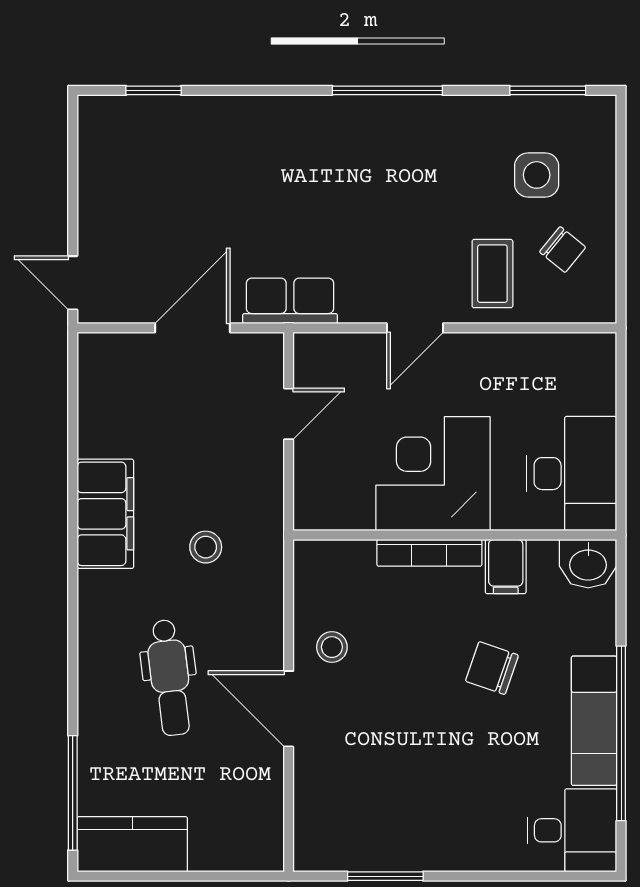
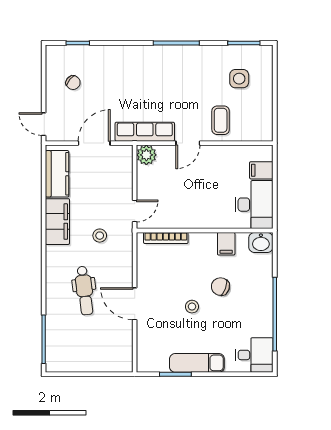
chair: (563, 250) -> (73, 83), moved
row of seats: (290, 301) -> (145, 132), width x1.48
plant: (317, 356) -> (146, 155), added
filing cabinet: (589, 392) -> (261, 170), added
door: (289, 414) -> (135, 211), moved
corner desk: (433, 474) -> (196, 205), removed
bookcase: (429, 553) -> (166, 238), moved
stool: (332, 647) -> (192, 307), moved
exam couch: (594, 721) -> (197, 363), moved, turned 90
kitchen counter: (132, 844) -> (57, 174), moved, turned 90

